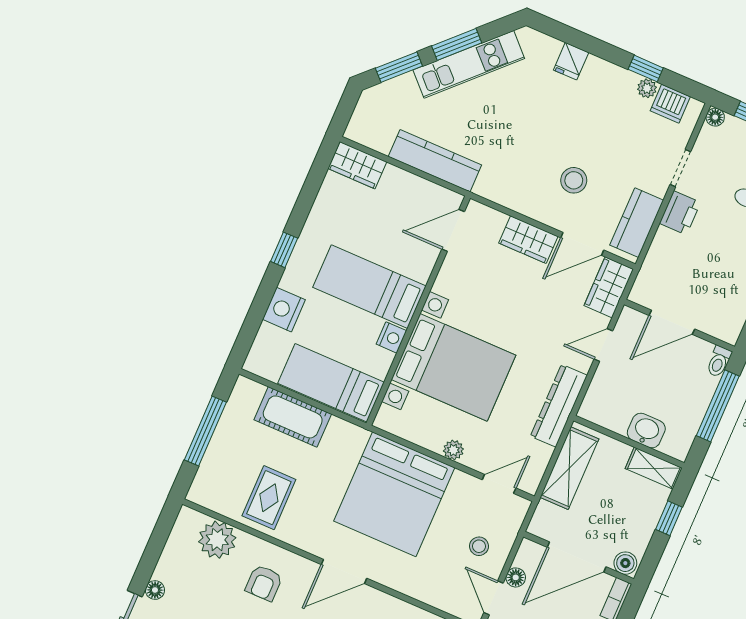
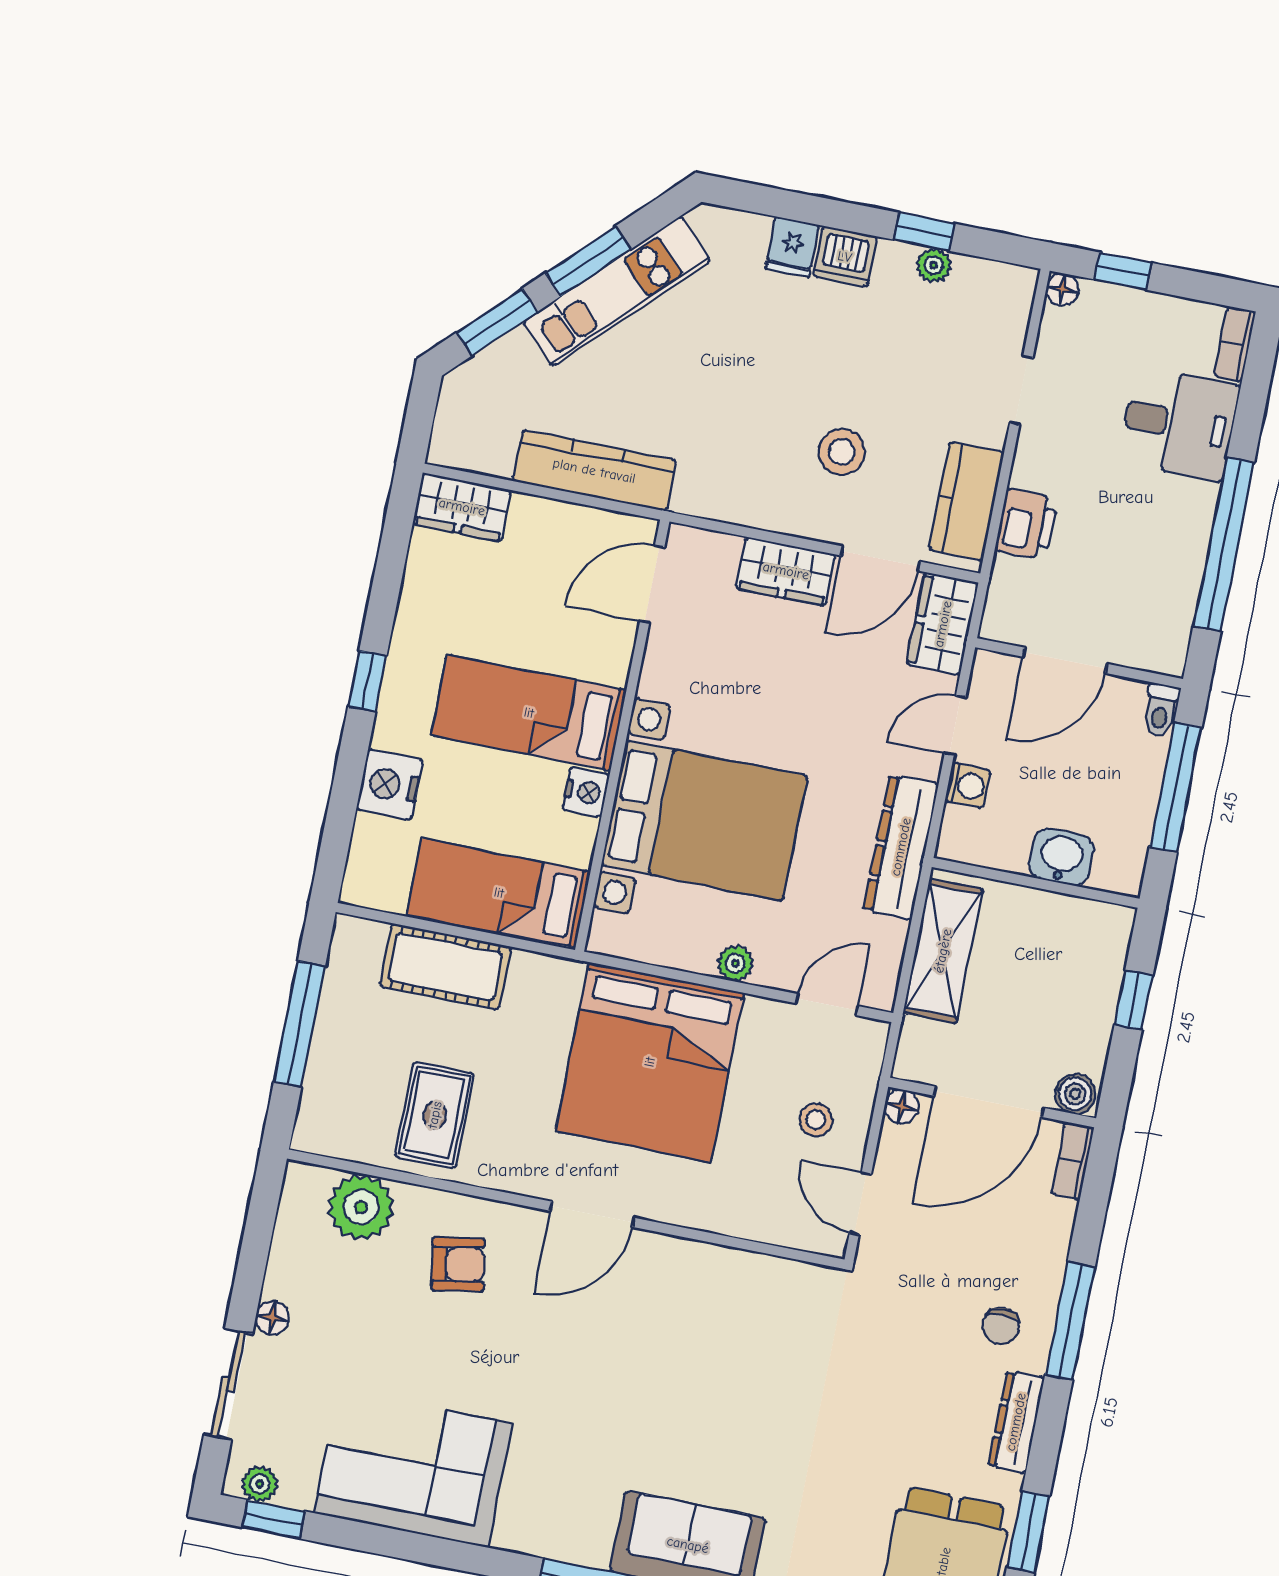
dishwasher: (670, 104) -> (845, 257), moved
printer: (680, 213) -> (1026, 524), moved
washing machine: (603, 380) -> (968, 786), added
shelving: (654, 468) -> (1088, 919), removed
floor lamp: (516, 577) -> (902, 1107), moved
armchair: (264, 583) -> (458, 1264), turned -100

